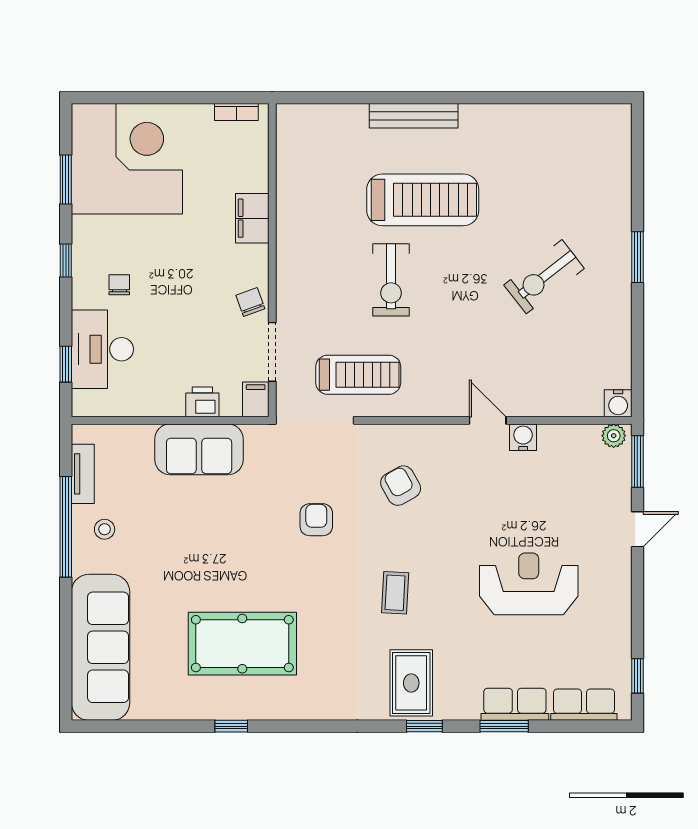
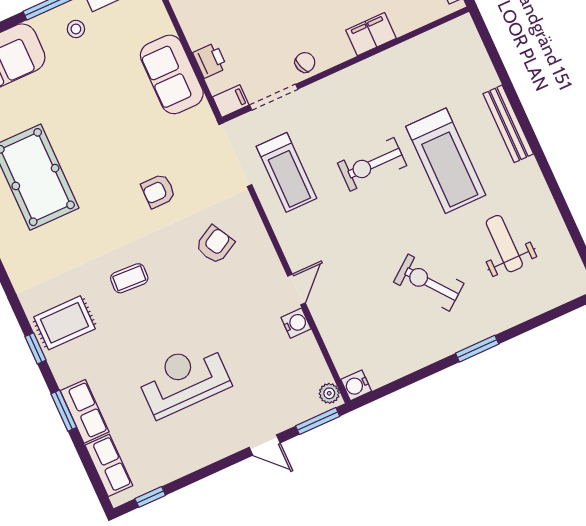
weight bench: (539, 178) -> (504, 244), added
armchair: (316, 520) -> (158, 191), turned 180
reception desk: (529, 584) -> (184, 379), turned -90

